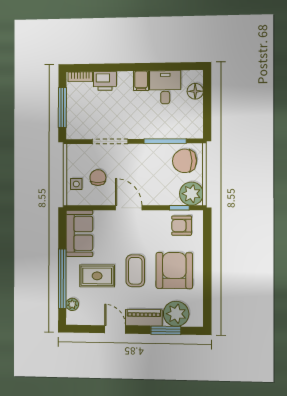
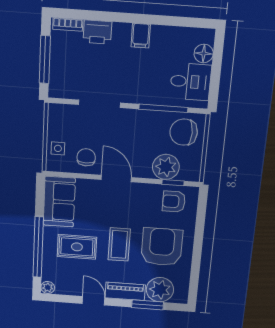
desk: (165, 87) -> (191, 82), moved, turned 90
chair: (98, 178) -> (86, 157), moved
plant: (191, 194) -> (166, 167), moved
plant: (72, 304) -> (48, 287), moved

